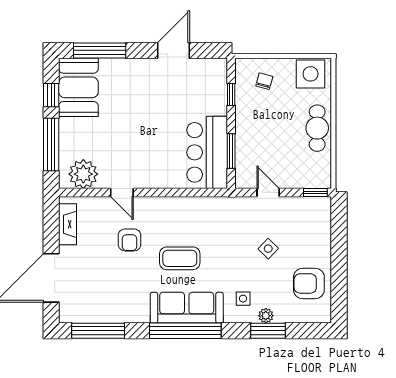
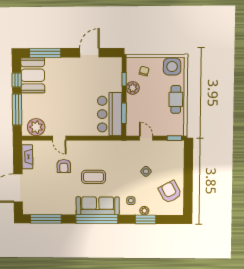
plant: (246, 109) -> (133, 88), added
armchair: (309, 283) -> (170, 192), turned 62

